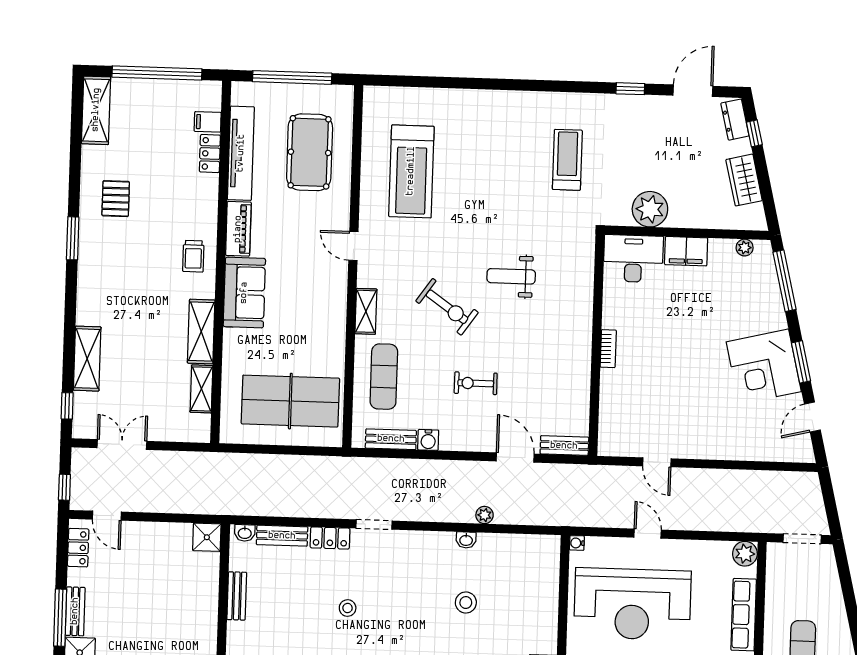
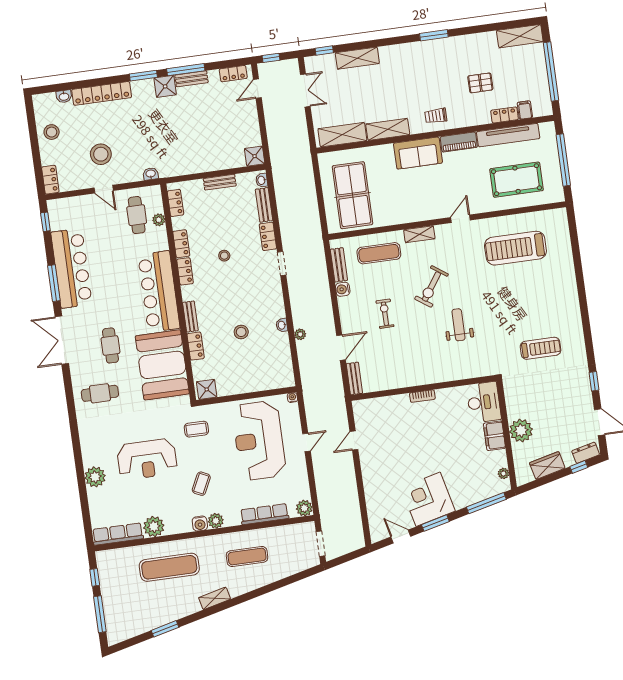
pallet: (116, 199) -> (480, 83), moved
plant: (650, 209) -> (521, 431), moved
shelving: (201, 389) -> (342, 135), width x1.50, depth x1.33

